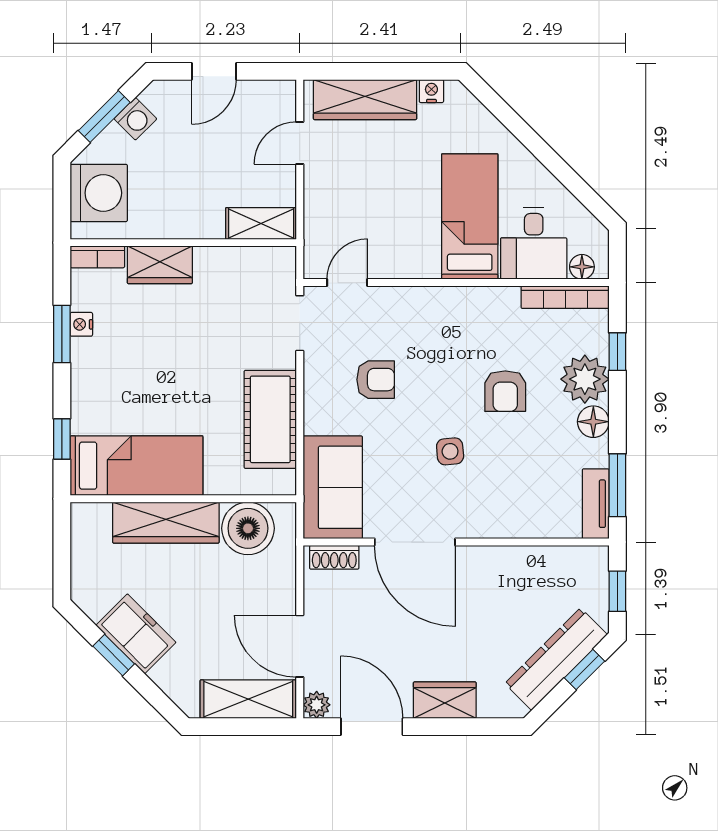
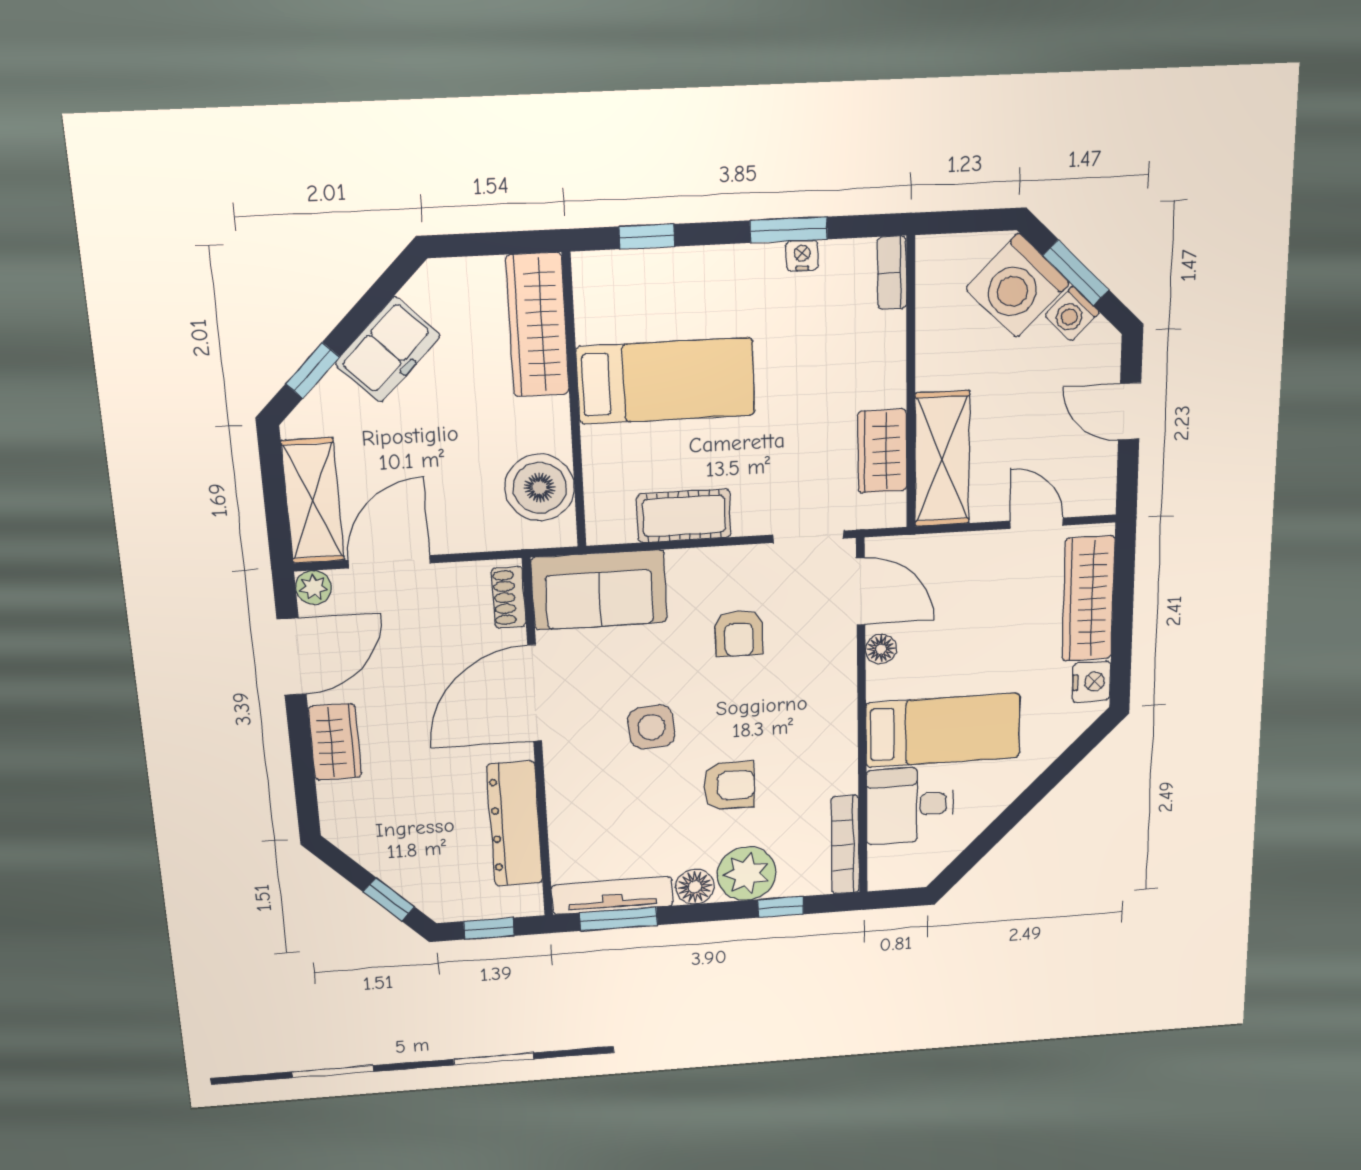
nightstand: (431, 91) -> (1092, 682), width x1.39, depth x1.35
washing machine: (99, 193) -> (1018, 286), moved, turned 45
shelving: (261, 223) -> (942, 459), width x1.50, depth x1.33
wardrobe: (160, 265) -> (882, 451), moved
floor lamp: (582, 267) -> (881, 649), moved
door: (347, 283) -> (861, 591), width x1.38
armchair: (505, 391) -> (729, 786), turned 180
cot: (270, 419) -> (684, 516), width x0.73, depth x0.75
side table: (450, 451) -> (652, 727), width x1.37, depth x1.37
bed: (136, 466) -> (666, 381), moved, turned -90
tv unit: (596, 504) -> (612, 895), width x1.41
wardrobe: (166, 523) -> (538, 325), moved
window: (114, 655) -> (313, 370), moved
dresser: (556, 659) -> (515, 824), moved, turned -135

